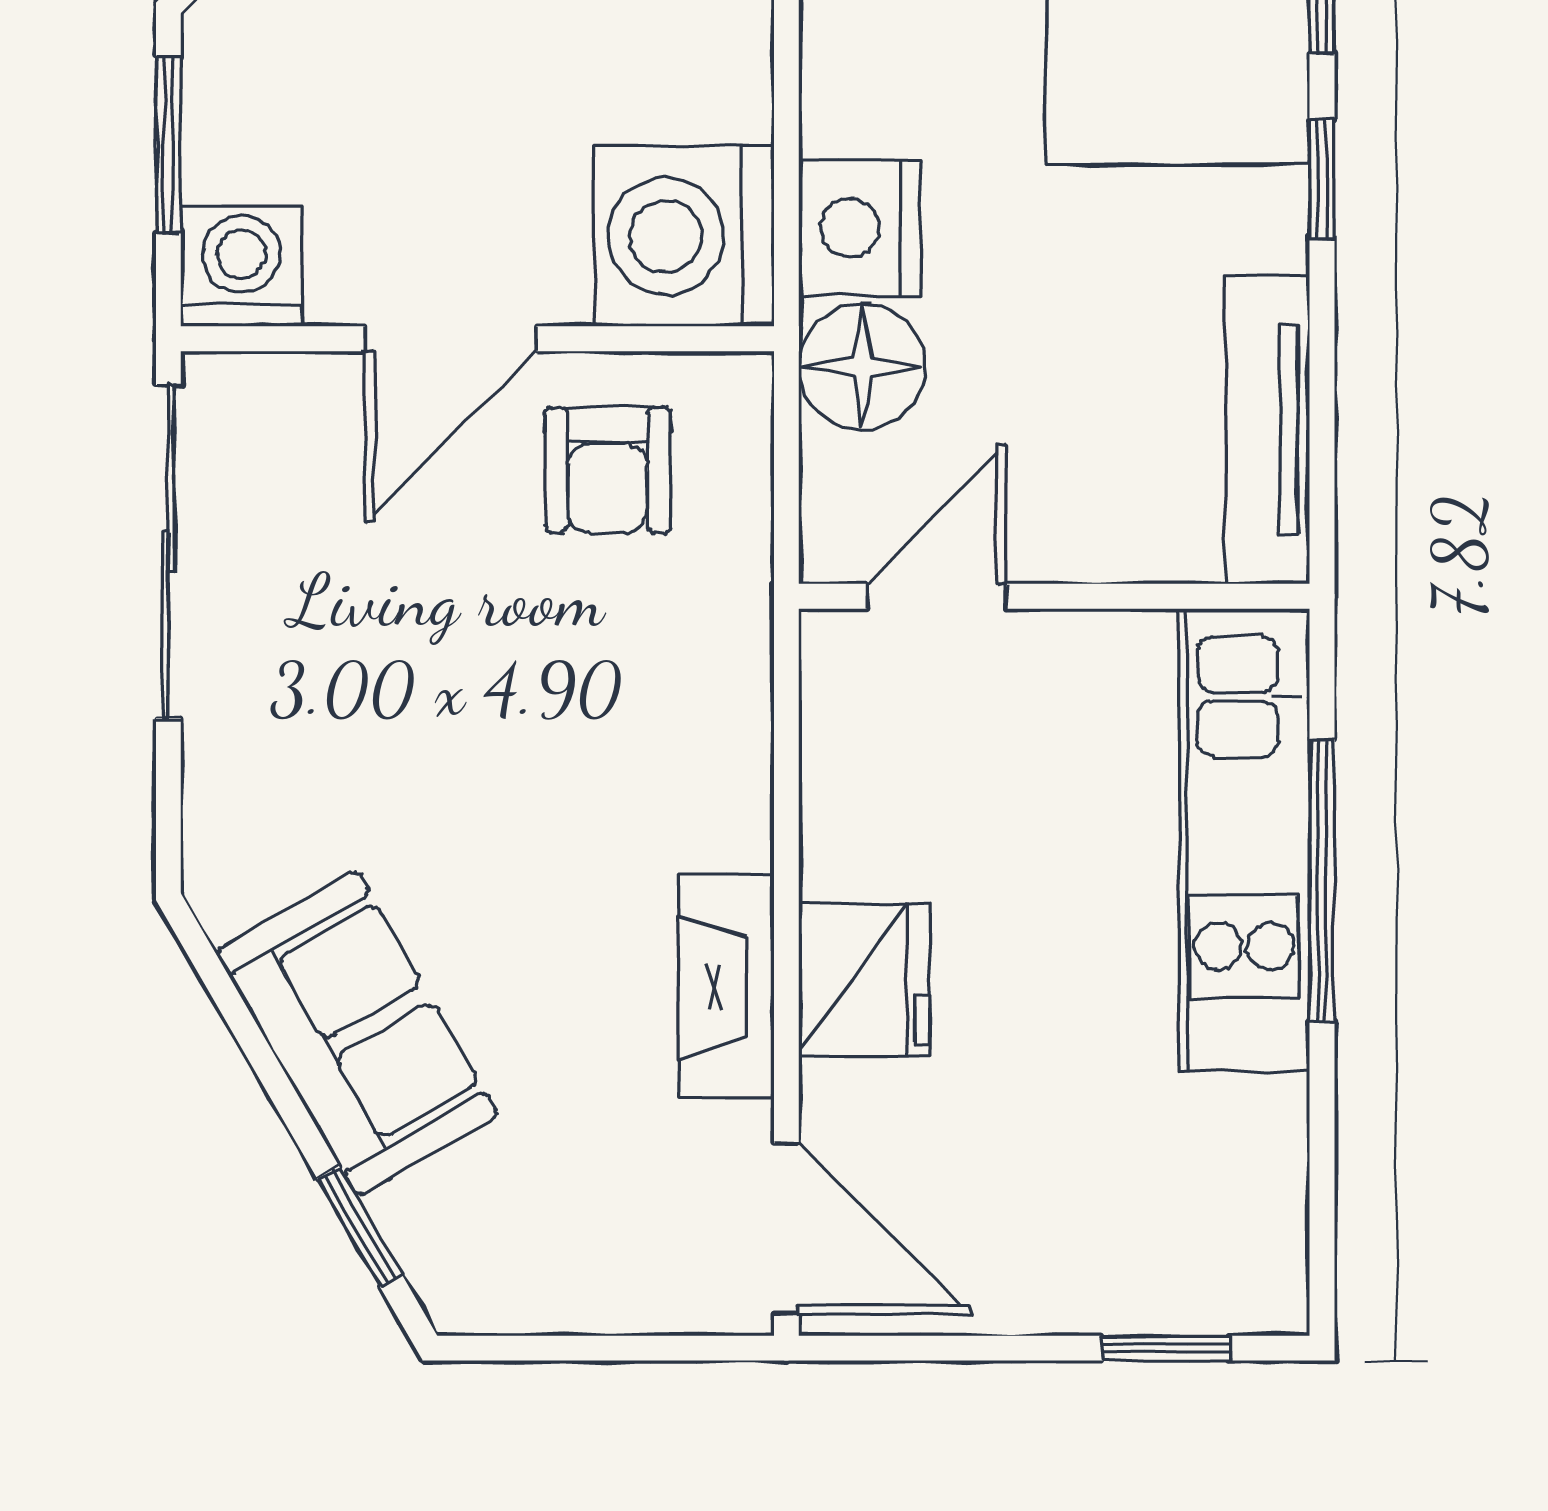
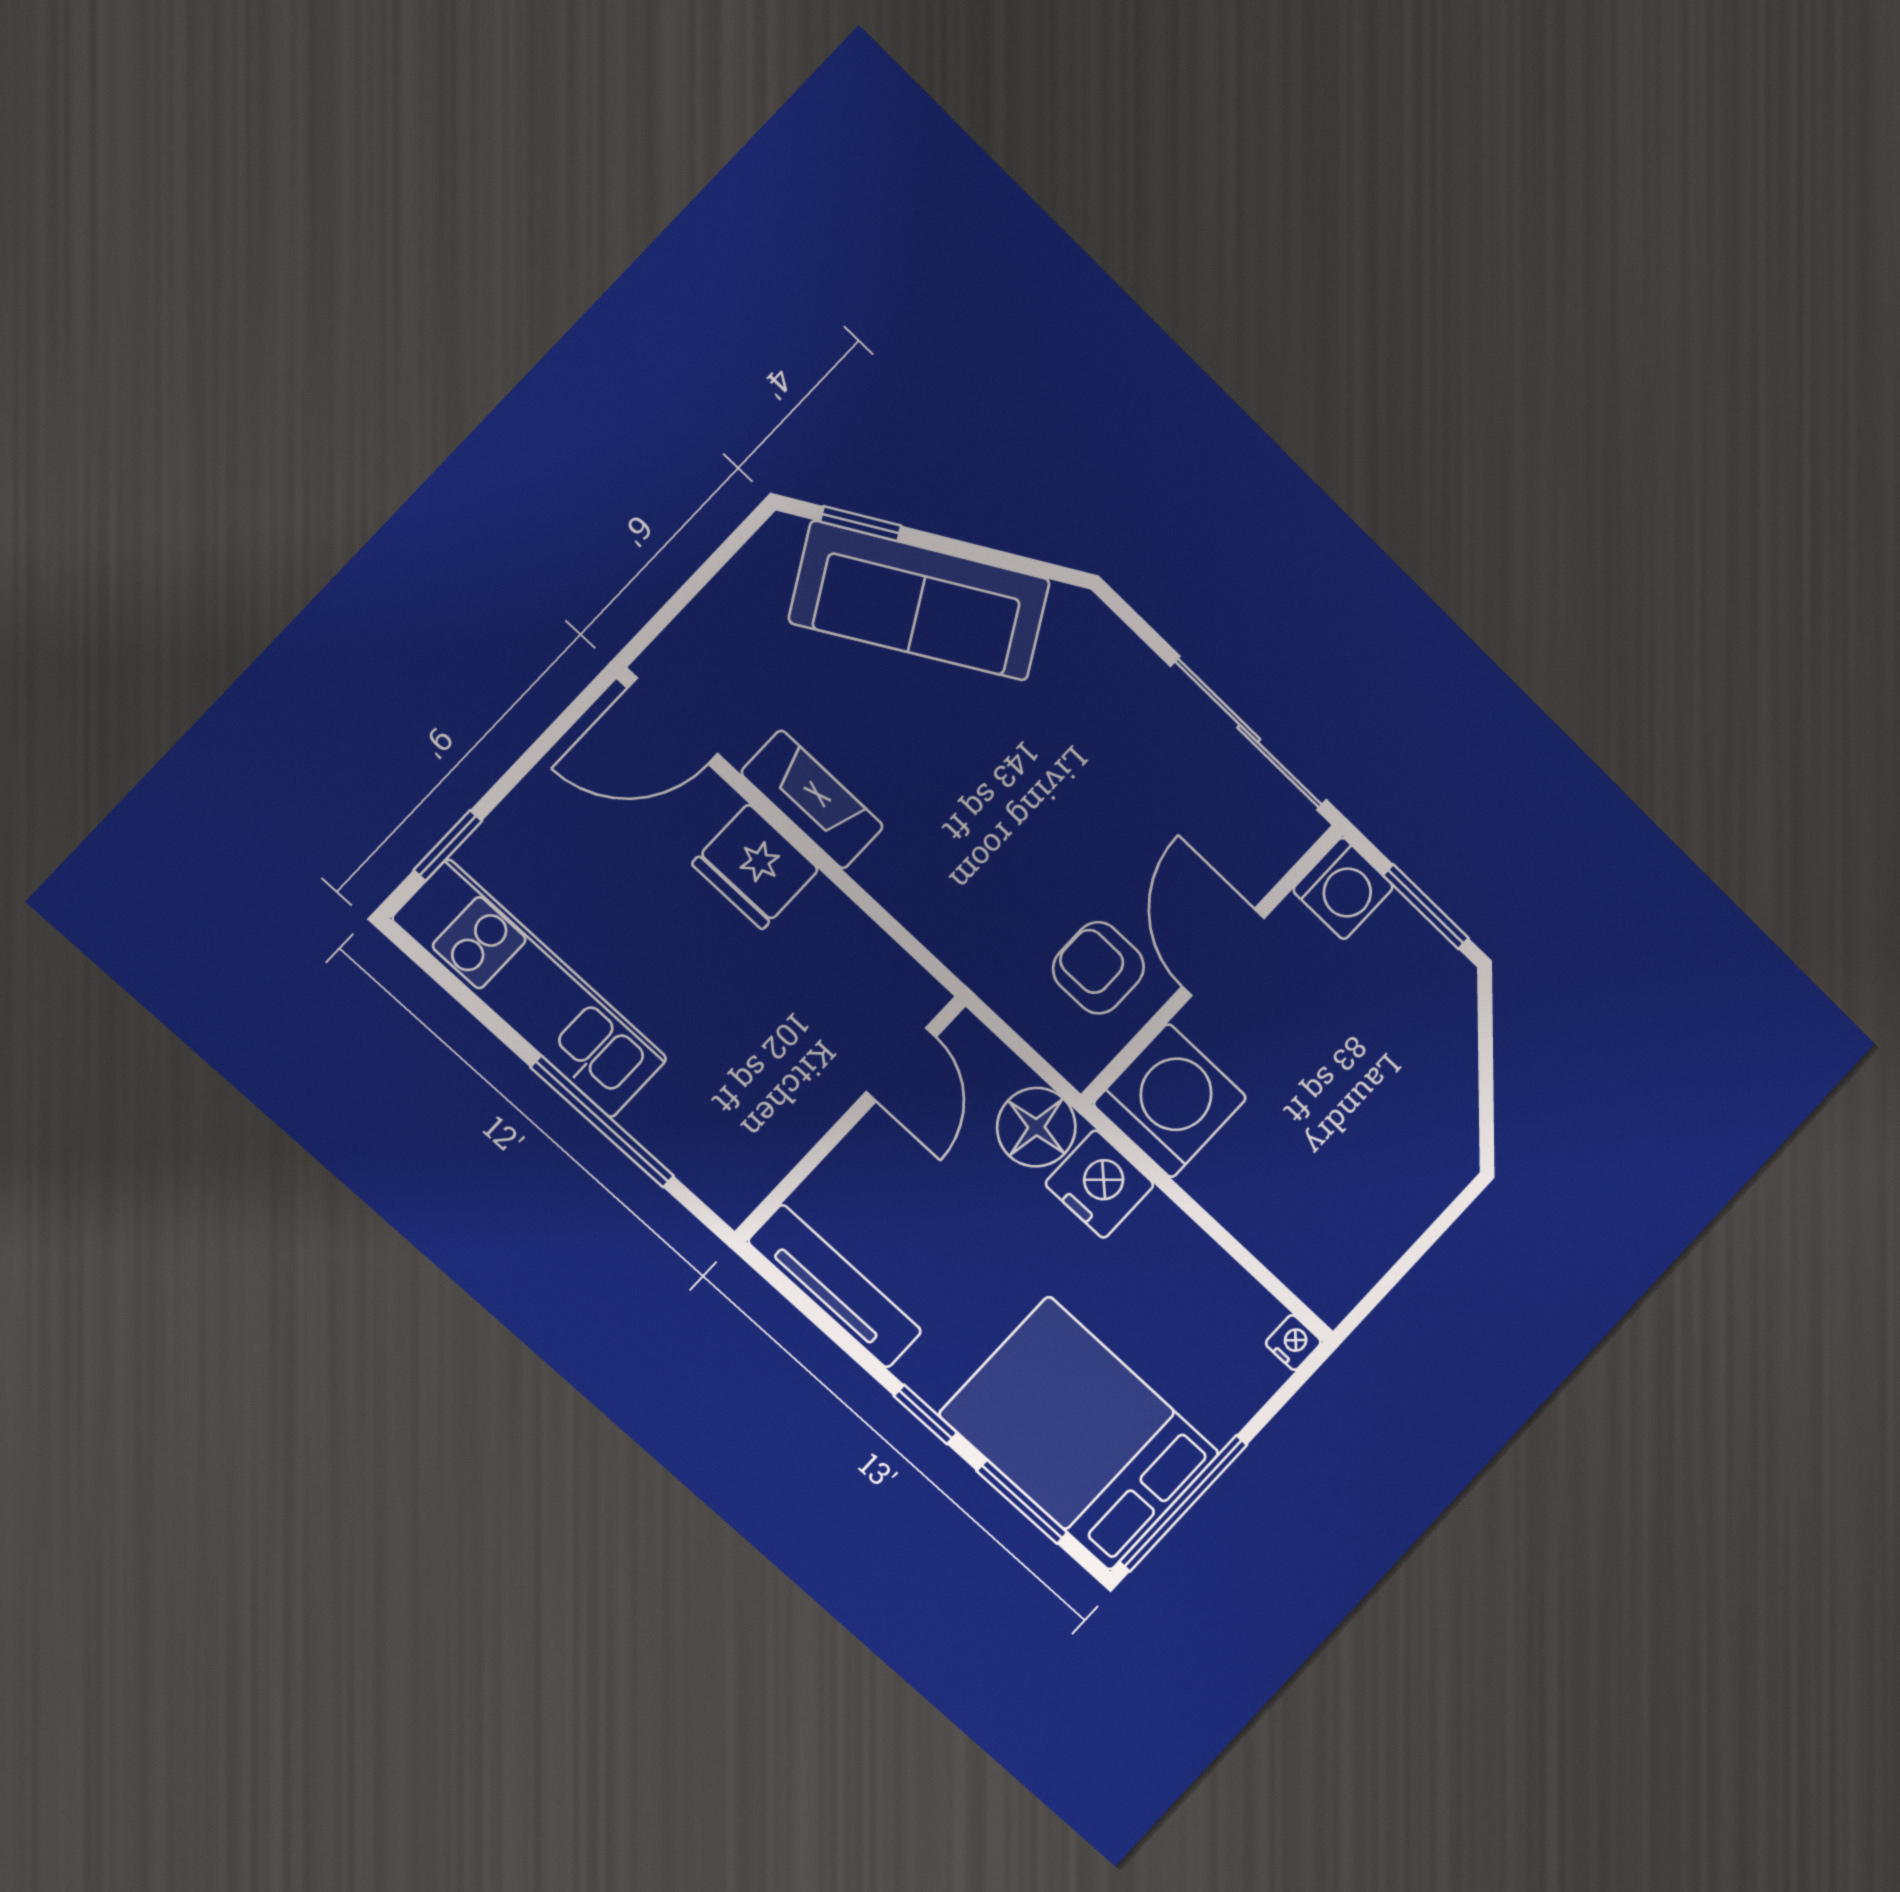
kitchen unit: (1244, 840) -> (530, 989), moved
sofa: (357, 1033) -> (920, 601), width x1.36

